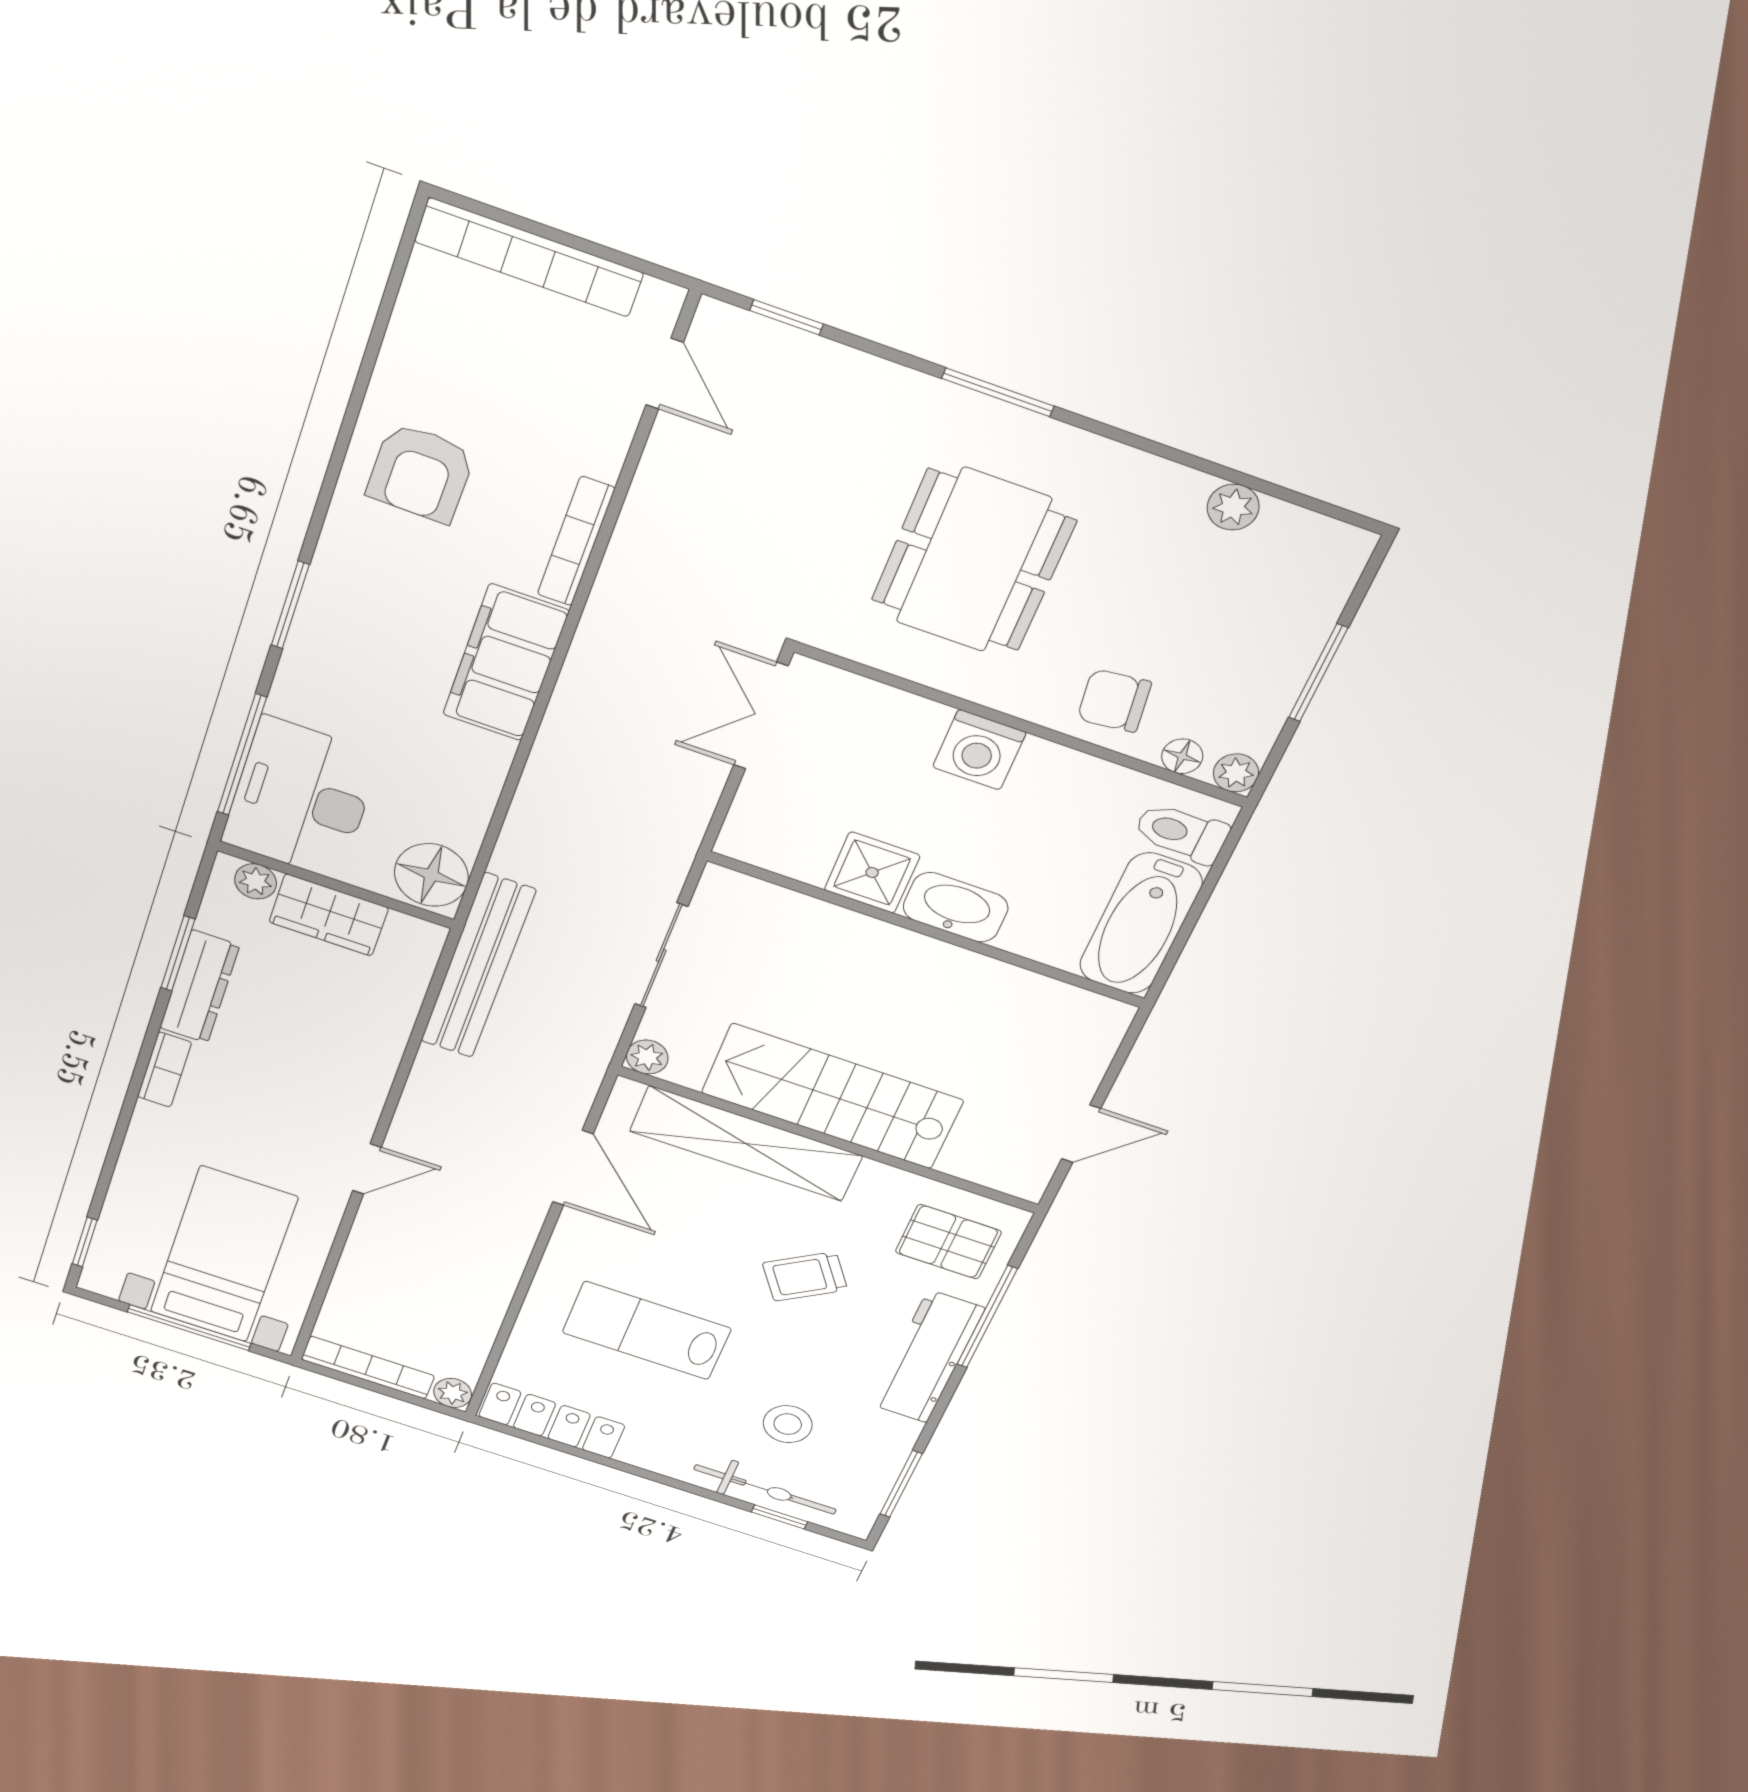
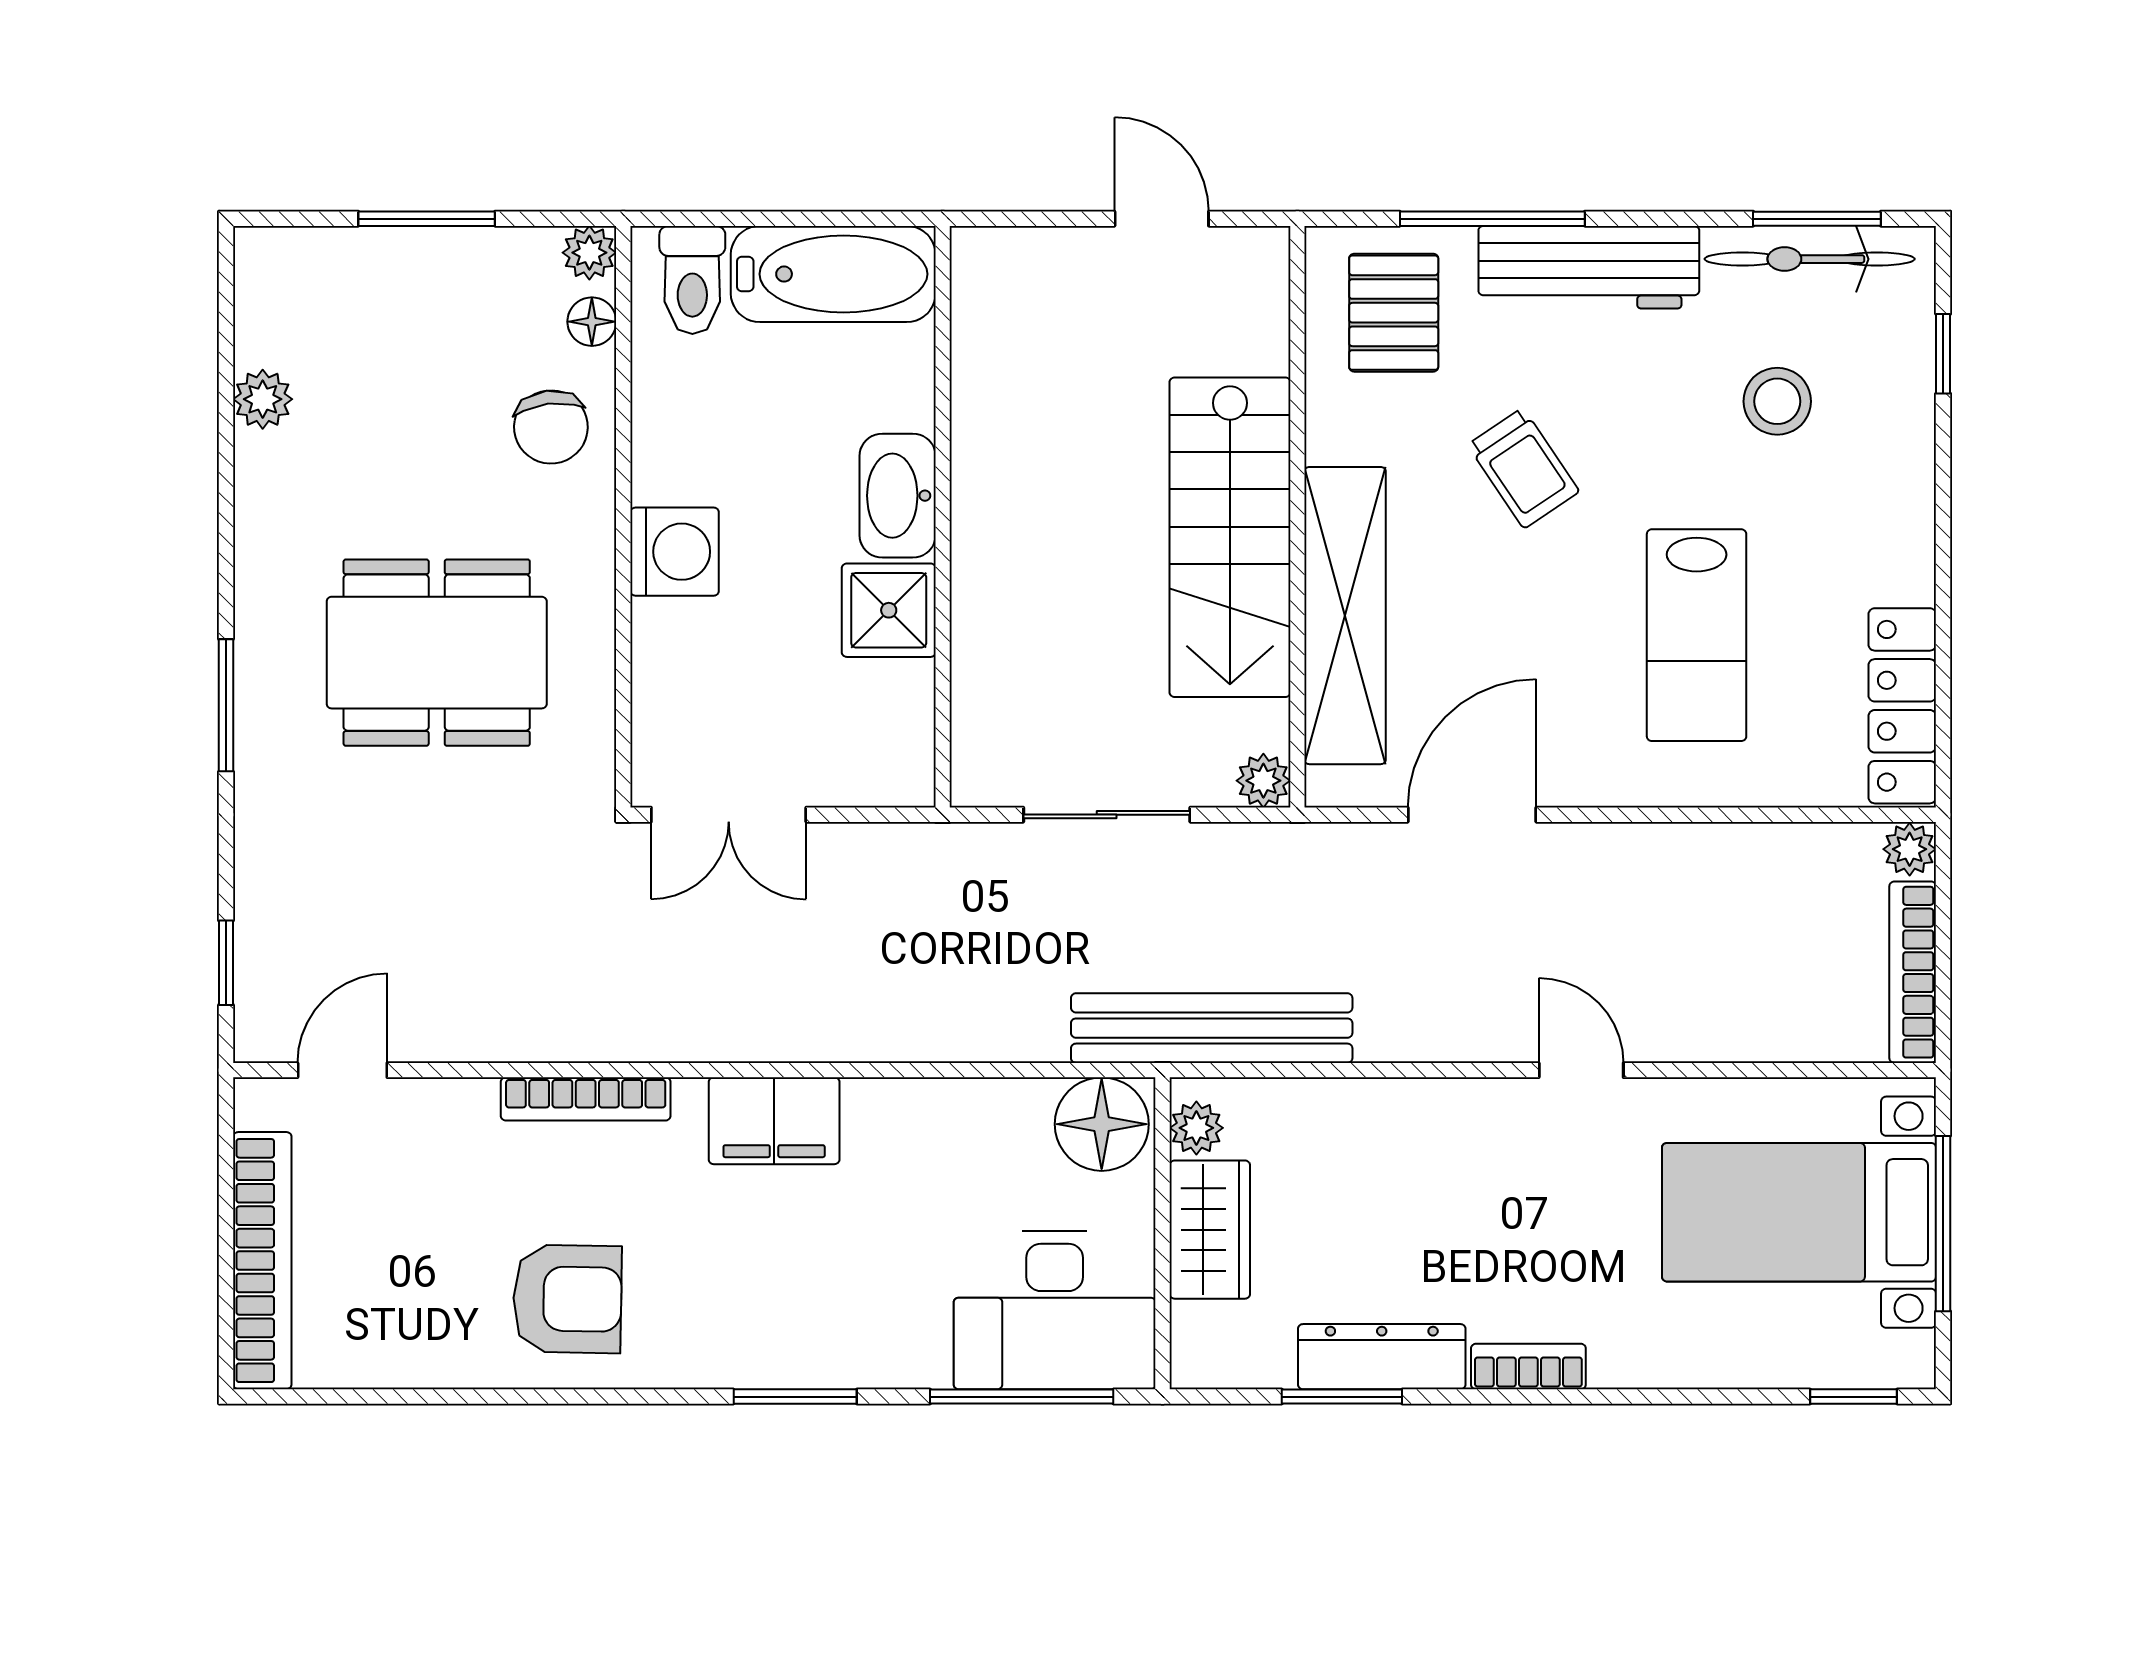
filing cabinet: (506, 663) -> (774, 1121), width x0.67, depth x0.86
plant: (256, 881) -> (1196, 1128), moved
bicycle: (765, 1489) -> (1810, 259), moved, turned -90

